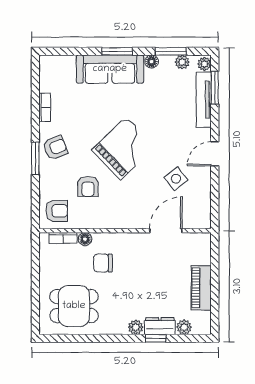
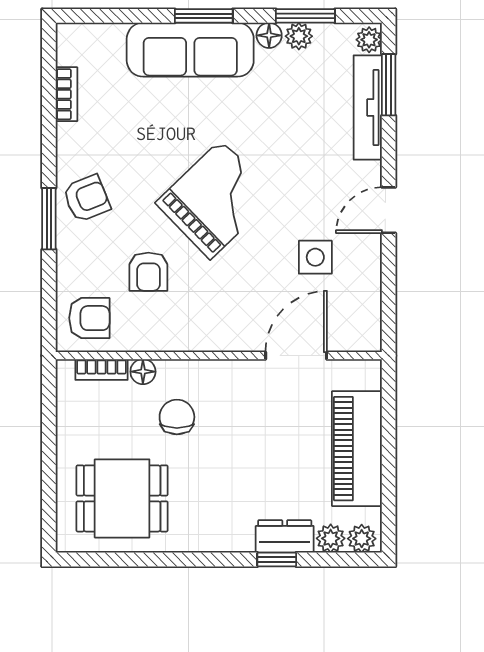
plant: (182, 62) -> (299, 36), moved
bookcase: (45, 107) -> (67, 94), moved
side table: (176, 179) -> (315, 257), turned 38
chair: (103, 263) -> (177, 417), turned 90
piano: (201, 288) -> (357, 449), width x1.37, depth x1.33
plant: (136, 327) -> (362, 539), moved

